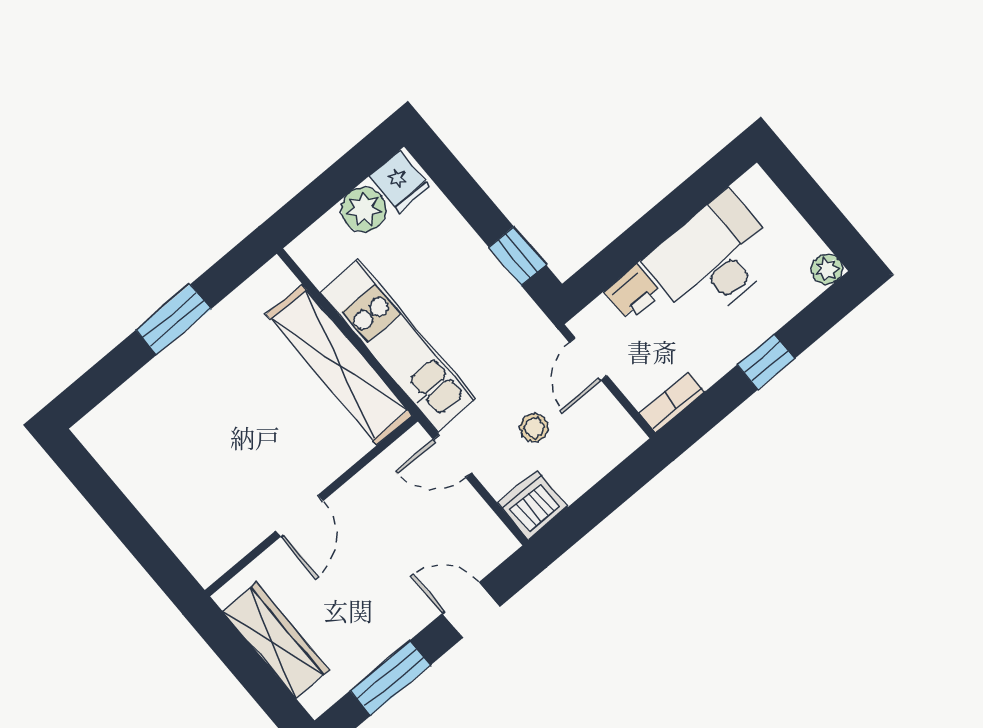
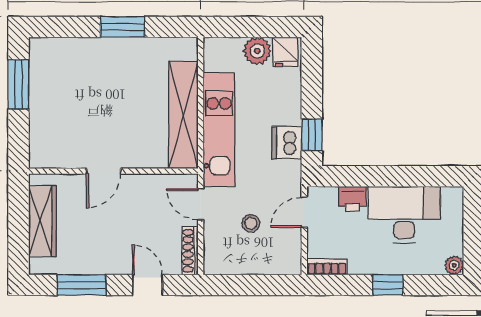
window: (105, 497) -> (18, 84), added
dishwasher: (533, 505) -> (287, 143), moved, turned -90
shoe rack: (488, 524) -> (190, 251), added

